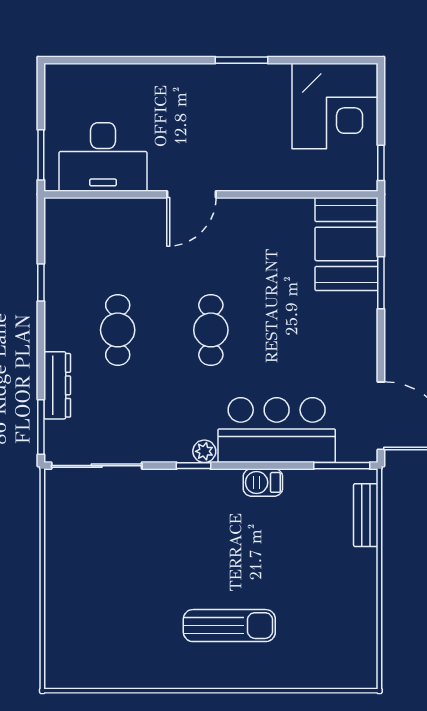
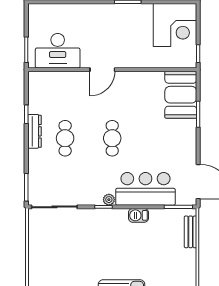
dresser: (57, 385) -> (34, 131), moved

